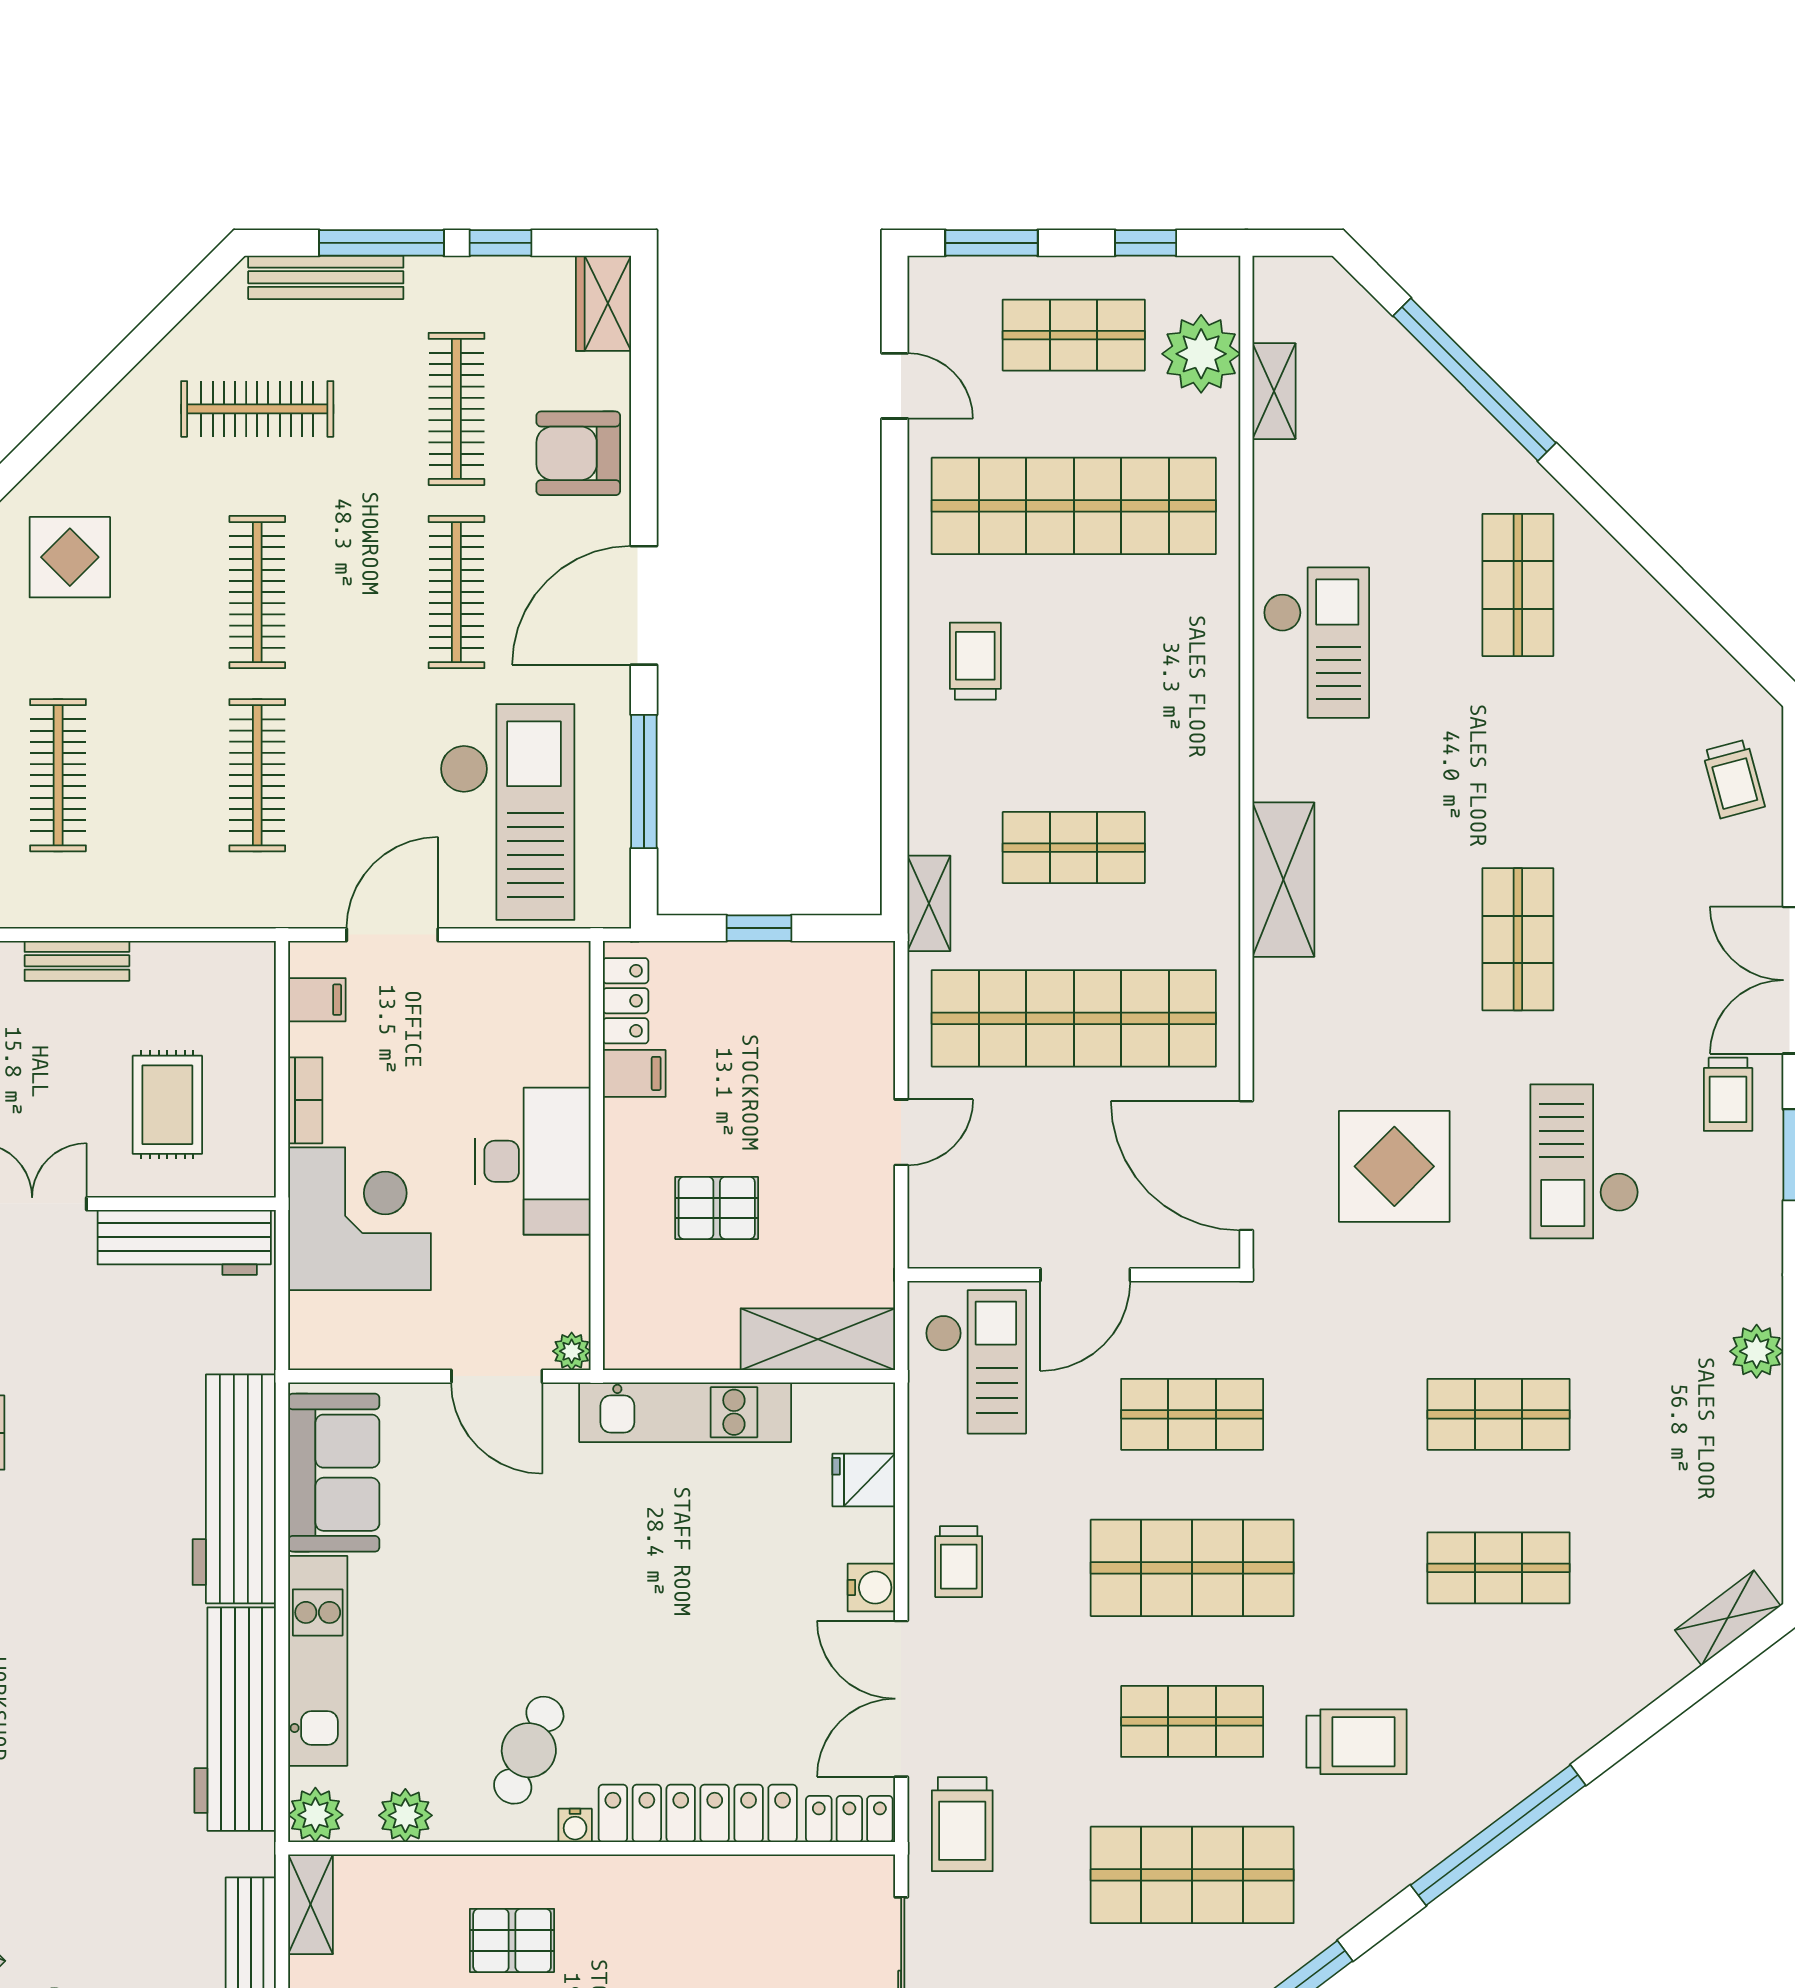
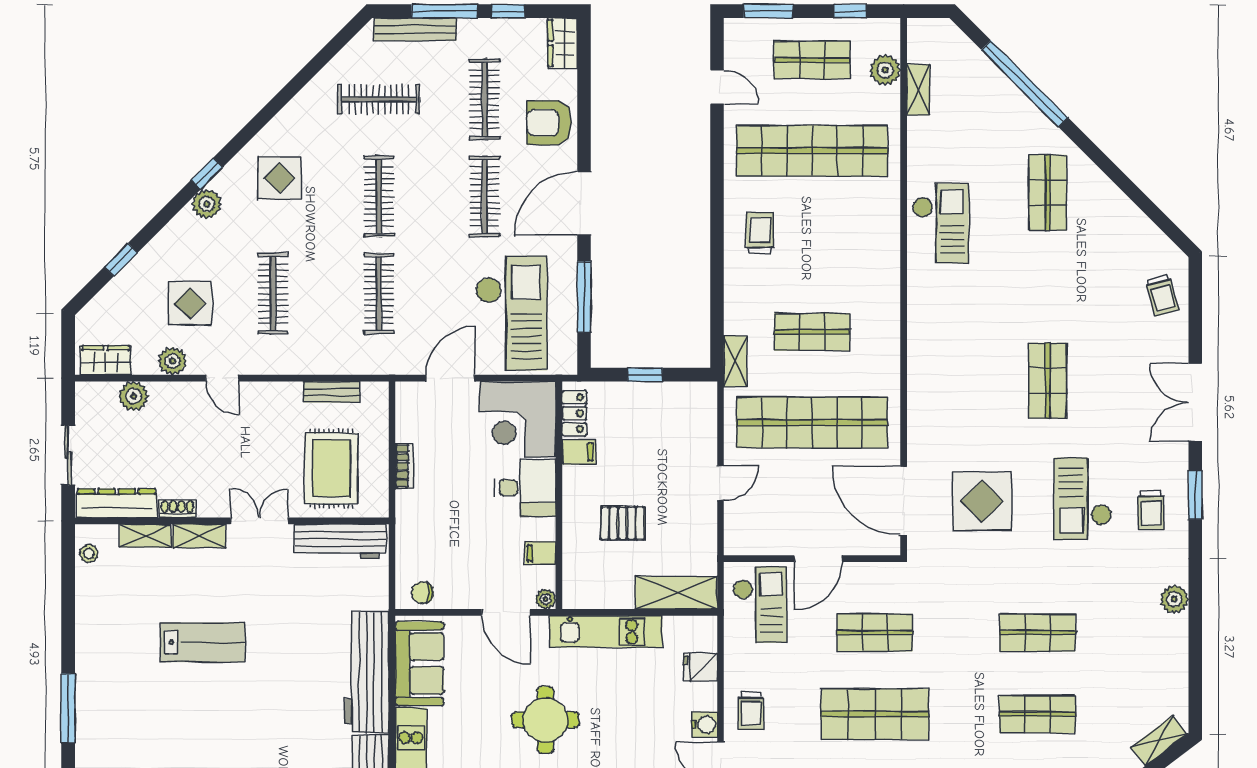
plant: (1201, 354) -> (885, 70), width x0.73, depth x0.73
shelving: (1283, 880) -> (923, 349), removed
bench: (77, 961) -> (332, 392), moved
filing cabinet: (317, 1000) -> (540, 553), moved, turned 180
trolley: (1728, 1094) -> (1151, 510), moved
rug: (167, 1105) -> (331, 468), width x1.36, depth x1.43
desk: (533, 1161) -> (525, 488), width x0.73
corner desk: (360, 1219) -> (518, 419), moved, turned 180
chair: (339, 1339) -> (422, 593), added
round table: (571, 1579) -> (545, 720), added

